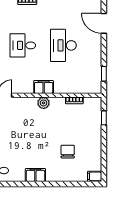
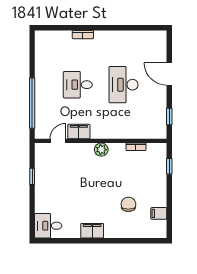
door: (104, 23) -> (169, 74), moved
filing cabinet: (44, 87) -> (79, 132), moved
filing cabinet: (95, 176) -> (159, 213), moved

